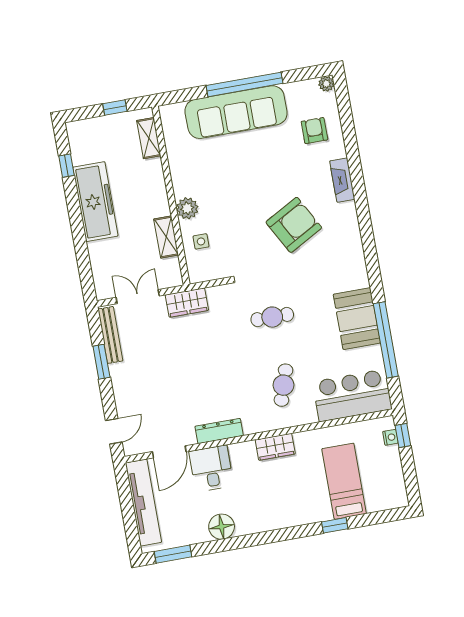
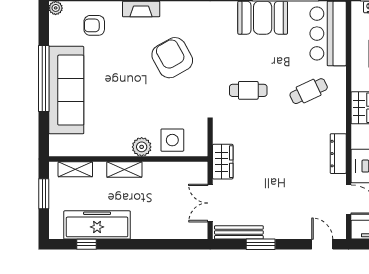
window: (115, 108) -> (44, 194), width x1.50
freezer: (95, 202) -> (97, 225), moved
shelving: (166, 237) -> (124, 169), moved
side table: (201, 241) -> (172, 140), width x1.87, depth x1.87
cafe table: (272, 317) -> (248, 90), turned 90
cafe table: (283, 385) -> (309, 91), turned -43

